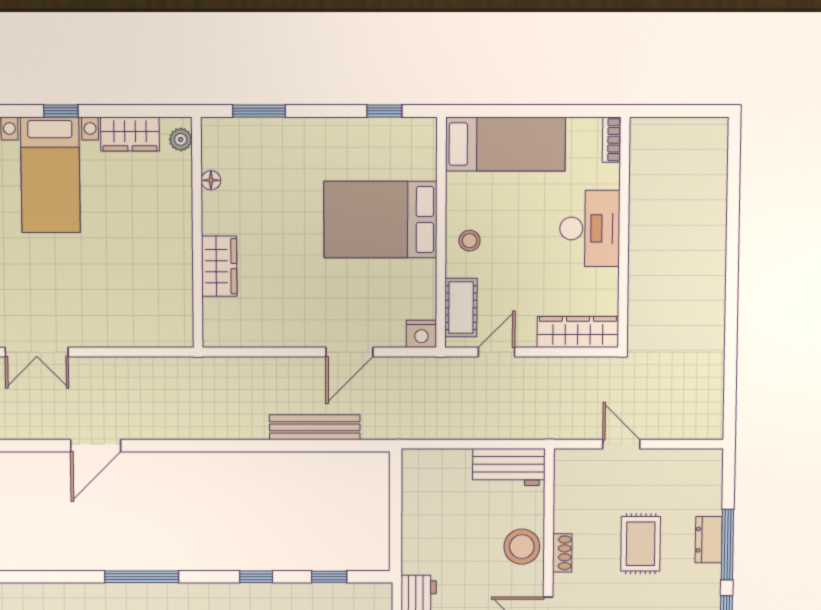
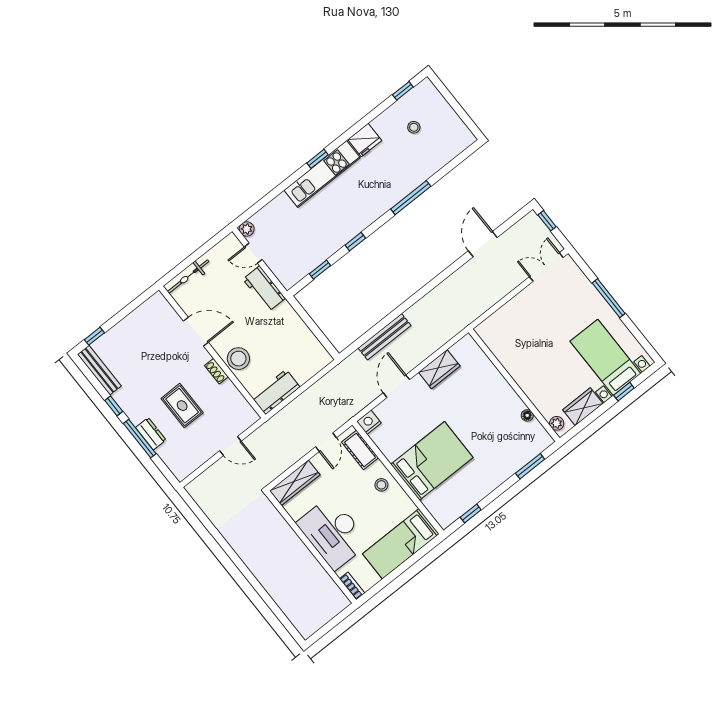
desk: (590, 228) -> (333, 533), width x1.36, depth x1.30
wardrobe: (219, 266) -> (439, 369), moved, turned -90

